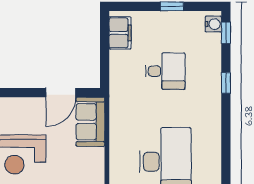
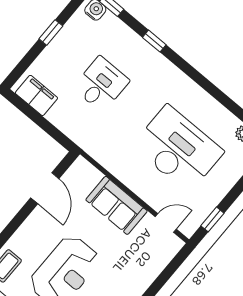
sofa: (90, 122) -> (117, 205), moved

